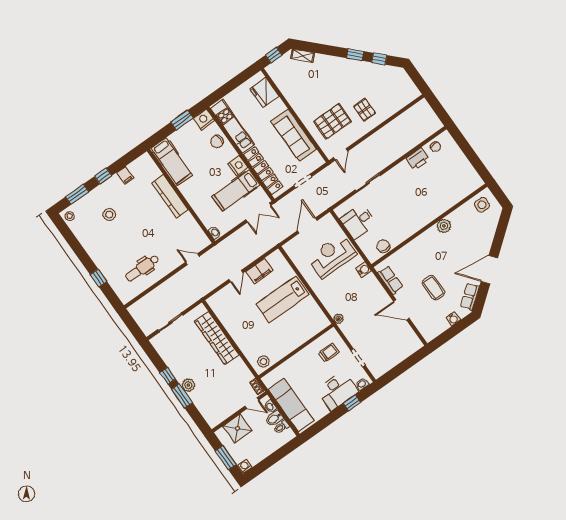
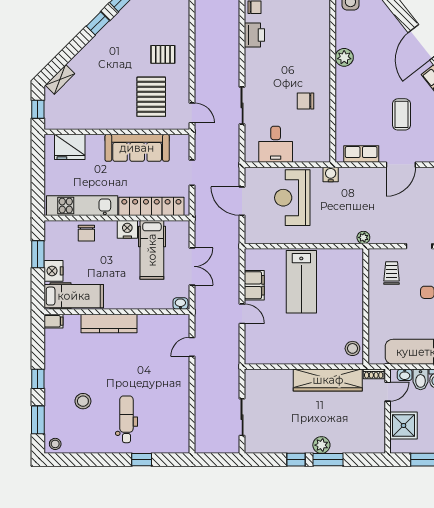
nightstand: (204, 120) -> (54, 271), moved
filing cabinet: (125, 175) -> (53, 321), moved
double door: (258, 213) -> (192, 266), moved
chair: (383, 246) -> (305, 101), moved
dental chair: (142, 268) -> (126, 419), moved, turned 180
coffee table: (433, 288) -> (401, 114), turned 90
wardrobe: (217, 338) -> (328, 380), moved

